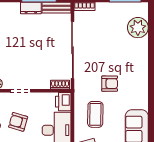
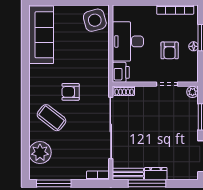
coffee table: (95, 114) -> (51, 118), moved, turned -53
armchair: (18, 122) -> (170, 50), turned 74

